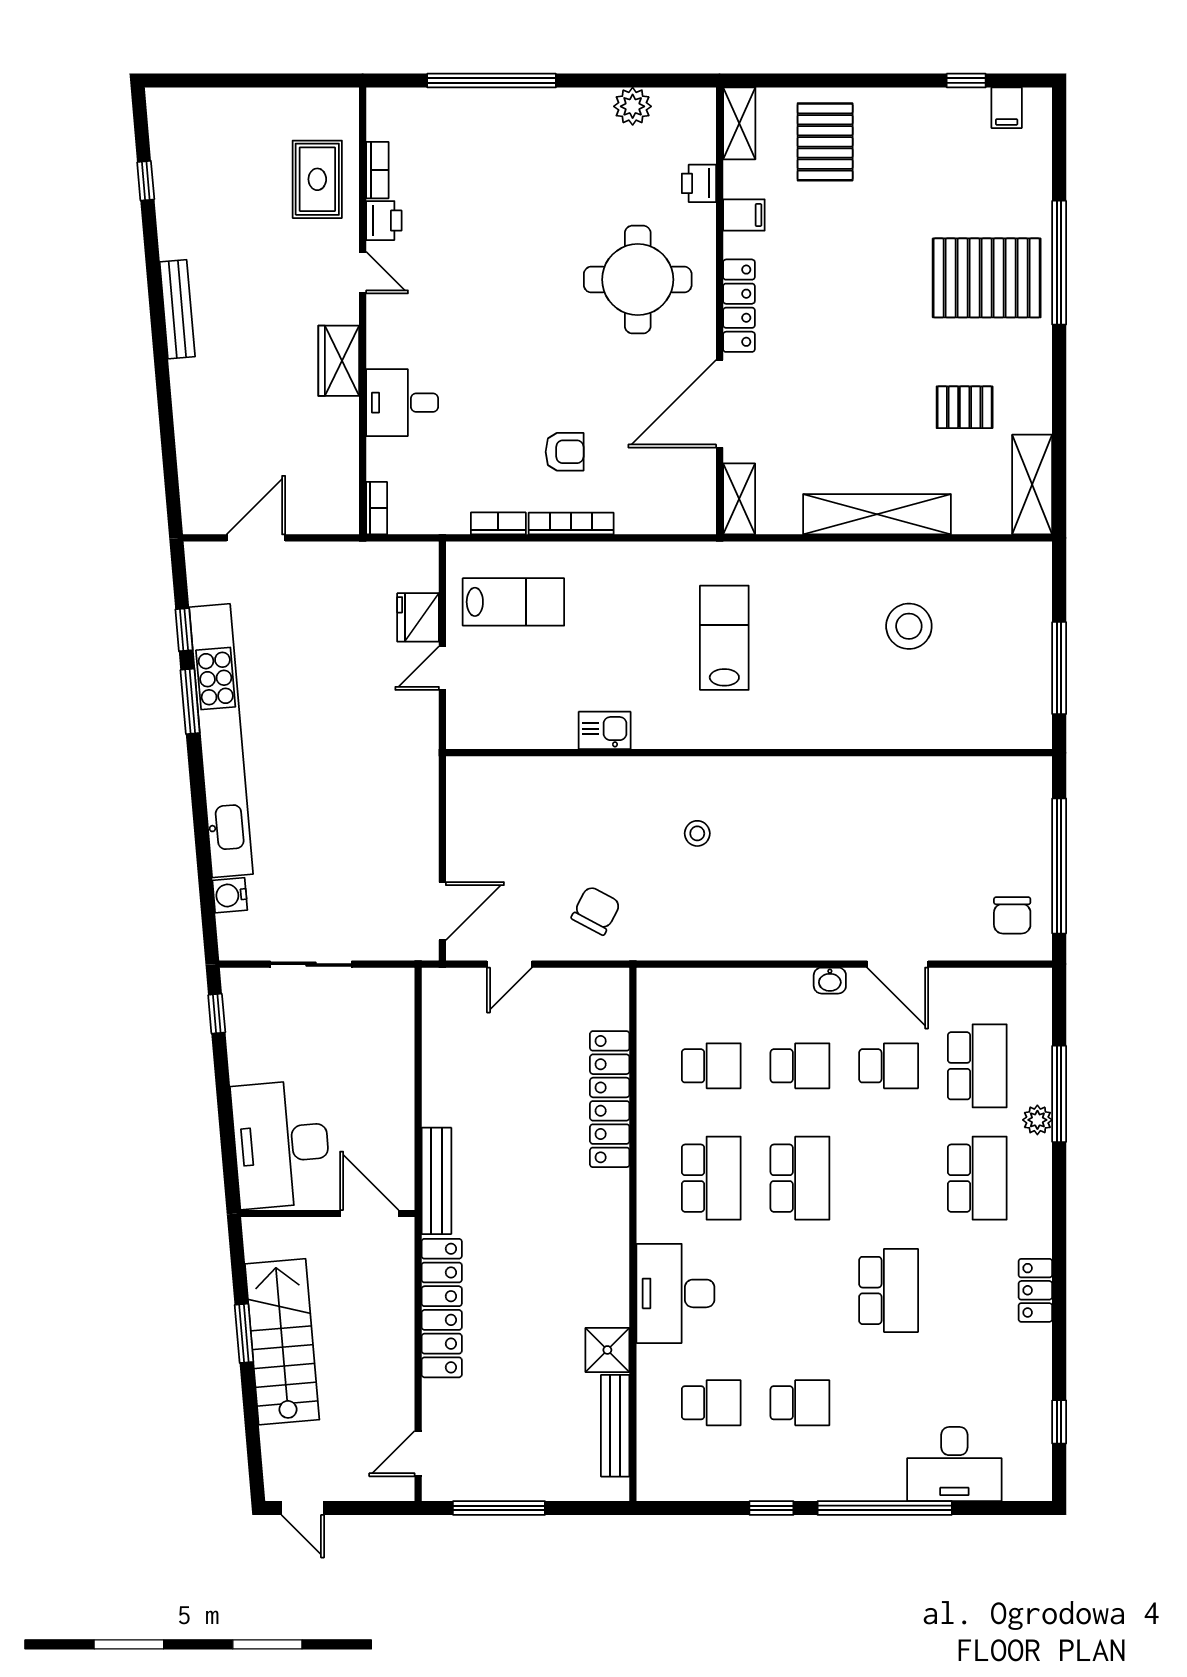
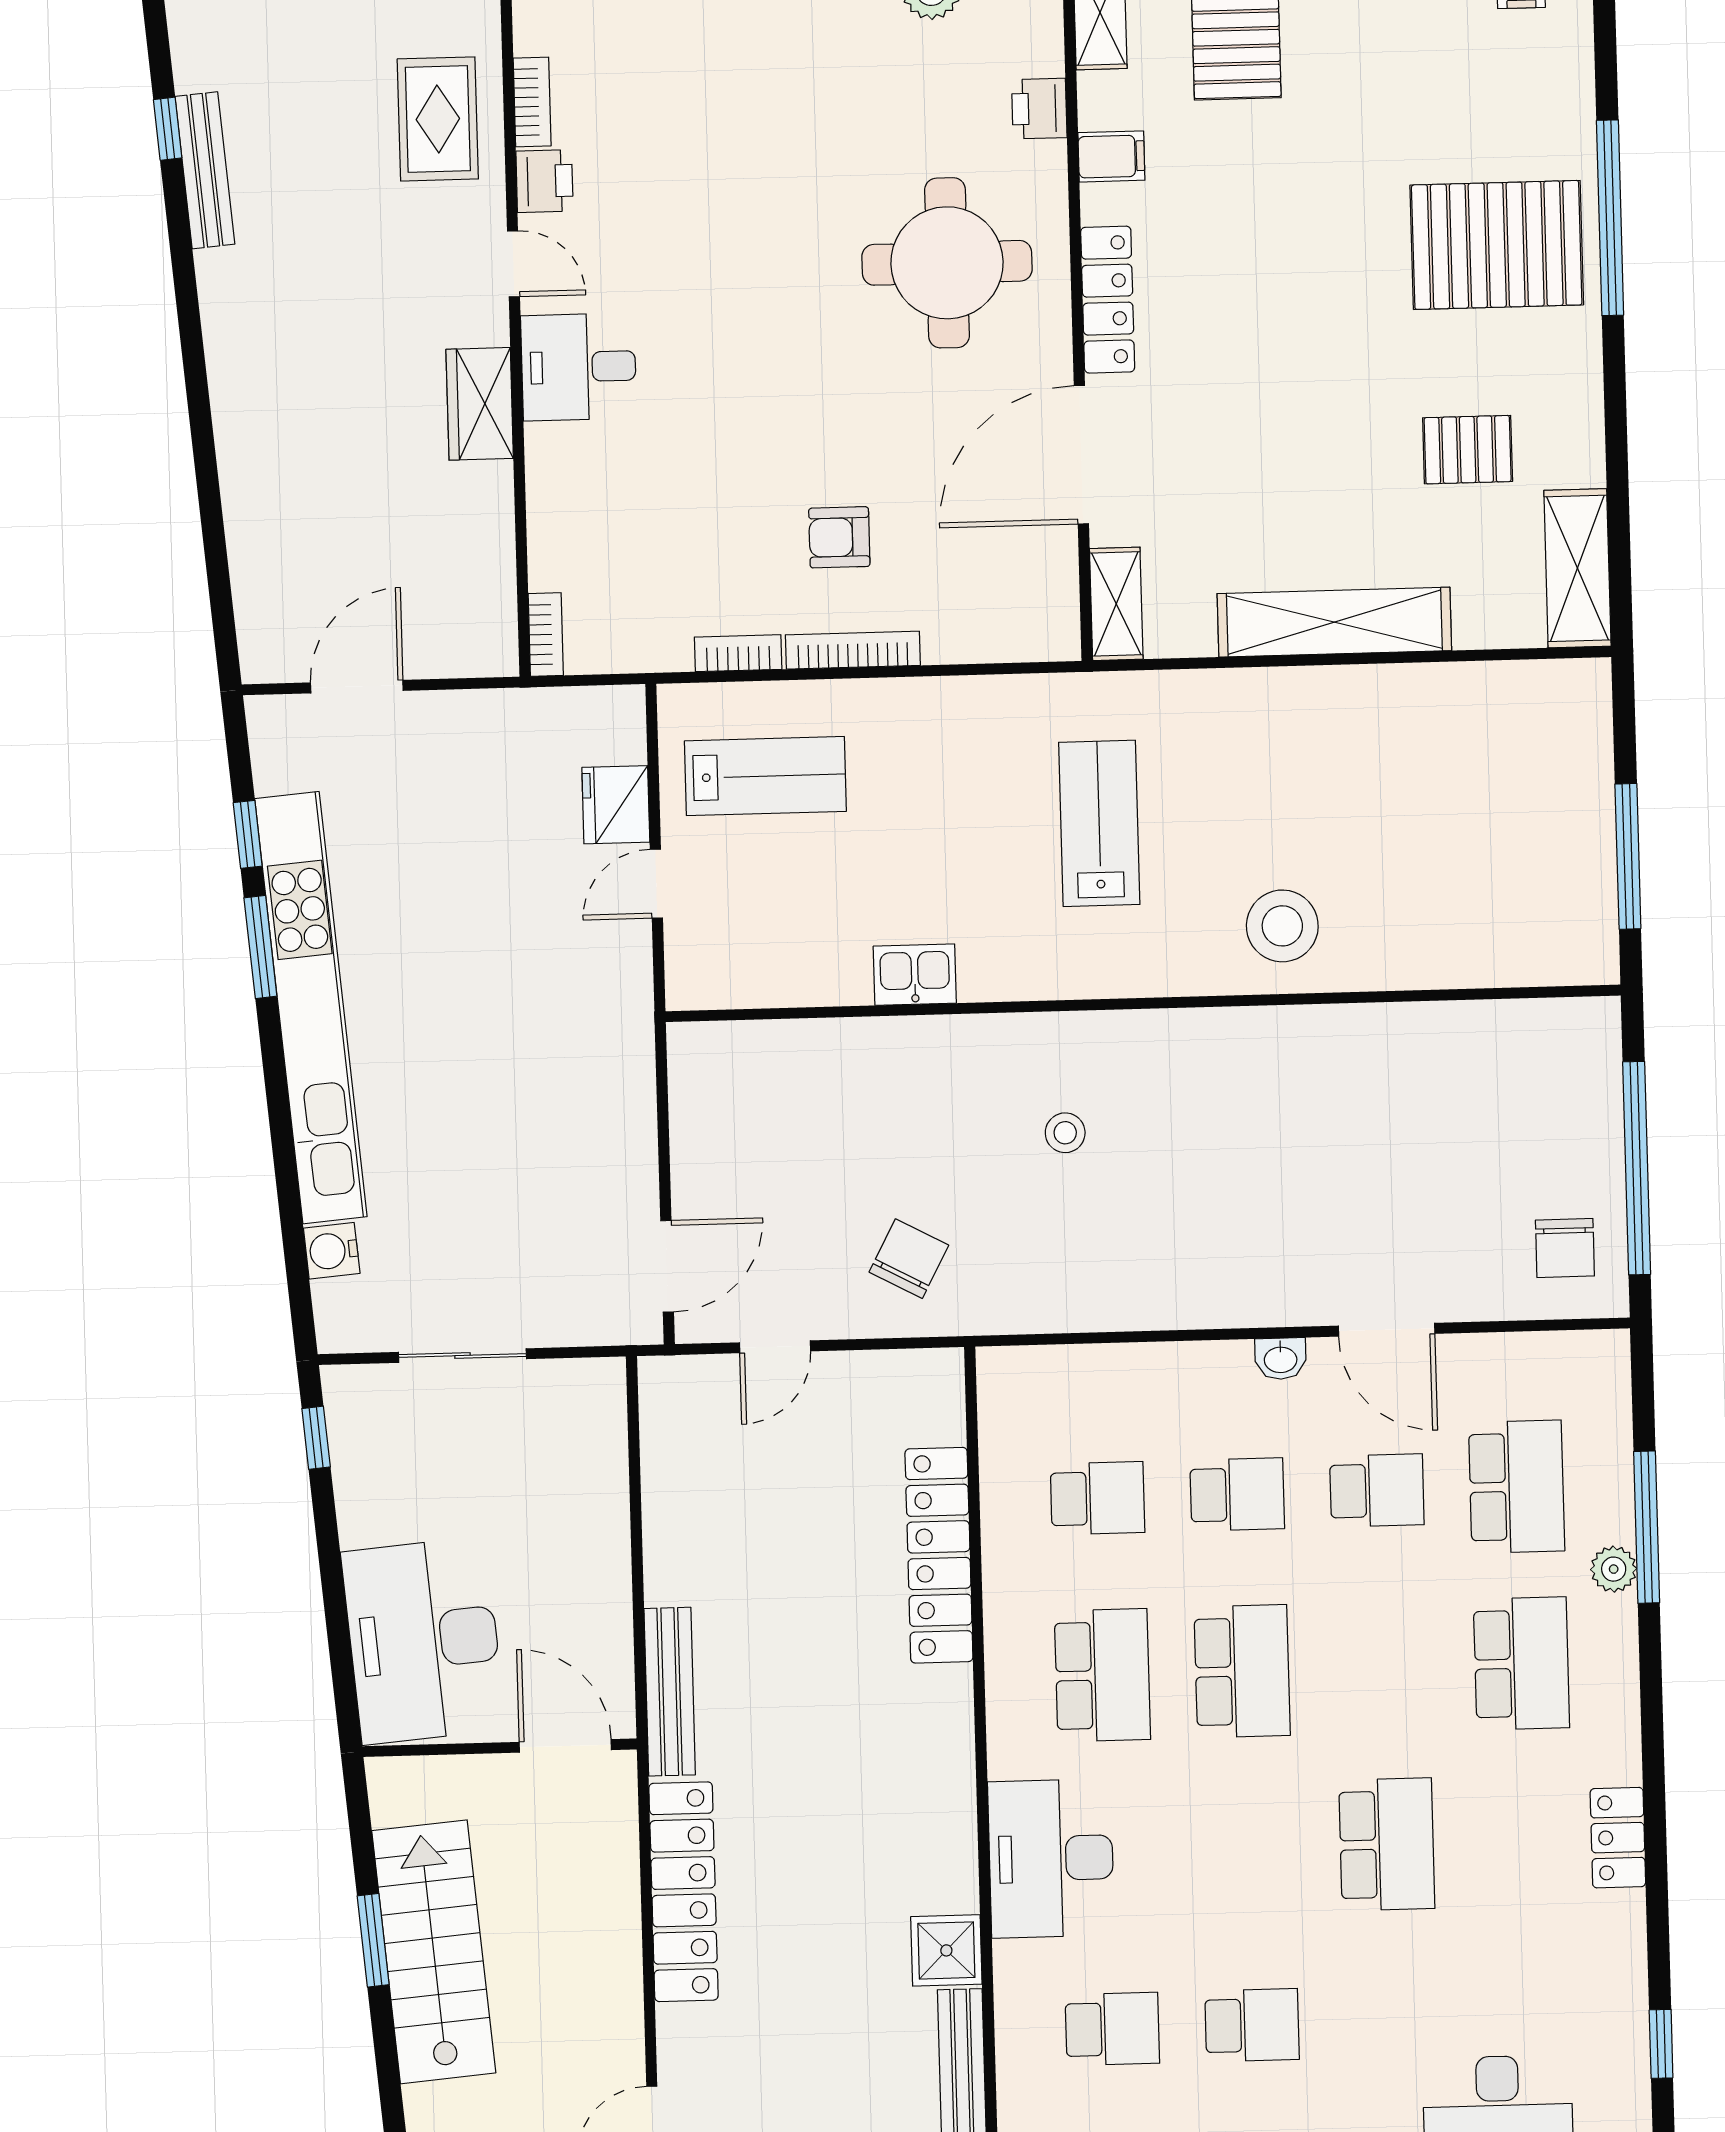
bench: (177, 309) -> (205, 170), moved
desk: (402, 403) -> (579, 367), moved
armchair: (565, 452) -> (839, 537), turned 180
stool: (909, 626) -> (1282, 926), moved

